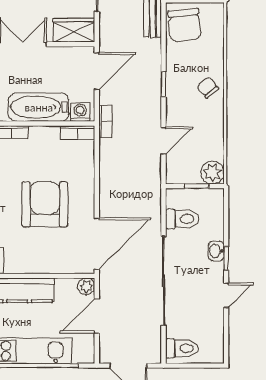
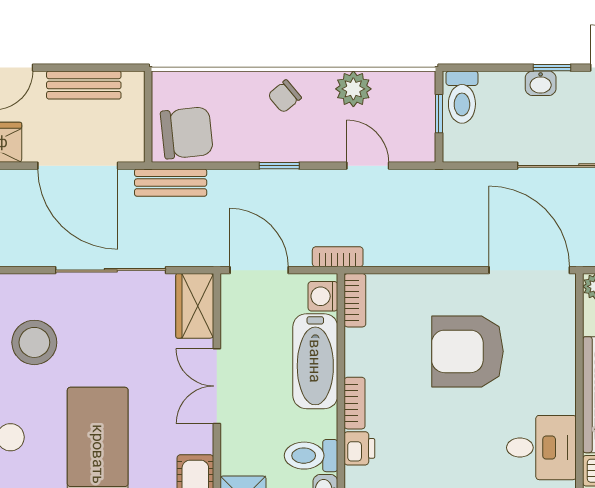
plant: (213, 172) -> (353, 89), moved
toilet: (182, 219) -> (462, 97), moved, turned 180

